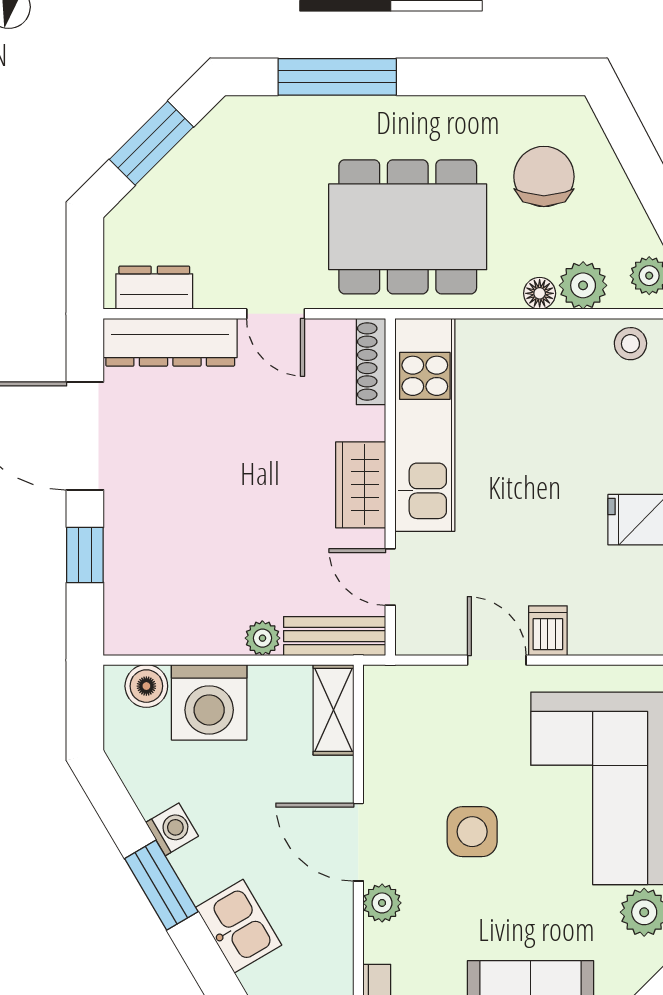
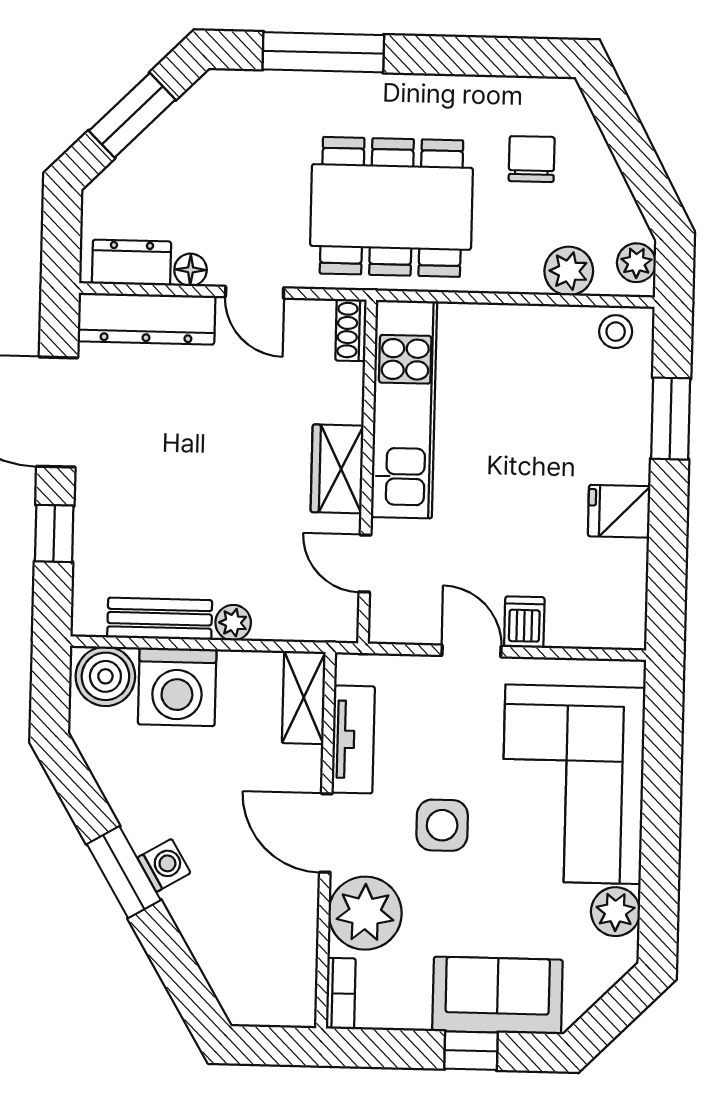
chair: (544, 177) -> (532, 159), width x0.73, depth x0.73
floor lamp: (540, 293) -> (191, 270), moved
shoe rack: (371, 361) -> (351, 330), width x0.70
bench: (335, 636) -> (160, 619), moved
boiler: (146, 686) -> (105, 676), width x1.36, depth x1.36
tv unit: (383, 750) -> (353, 739), added
washing machine: (172, 829) -> (164, 865), moved
plant: (382, 903) -> (365, 913), width x1.87, depth x1.87
kitchen sink: (239, 926) -> (202, 916), removed

